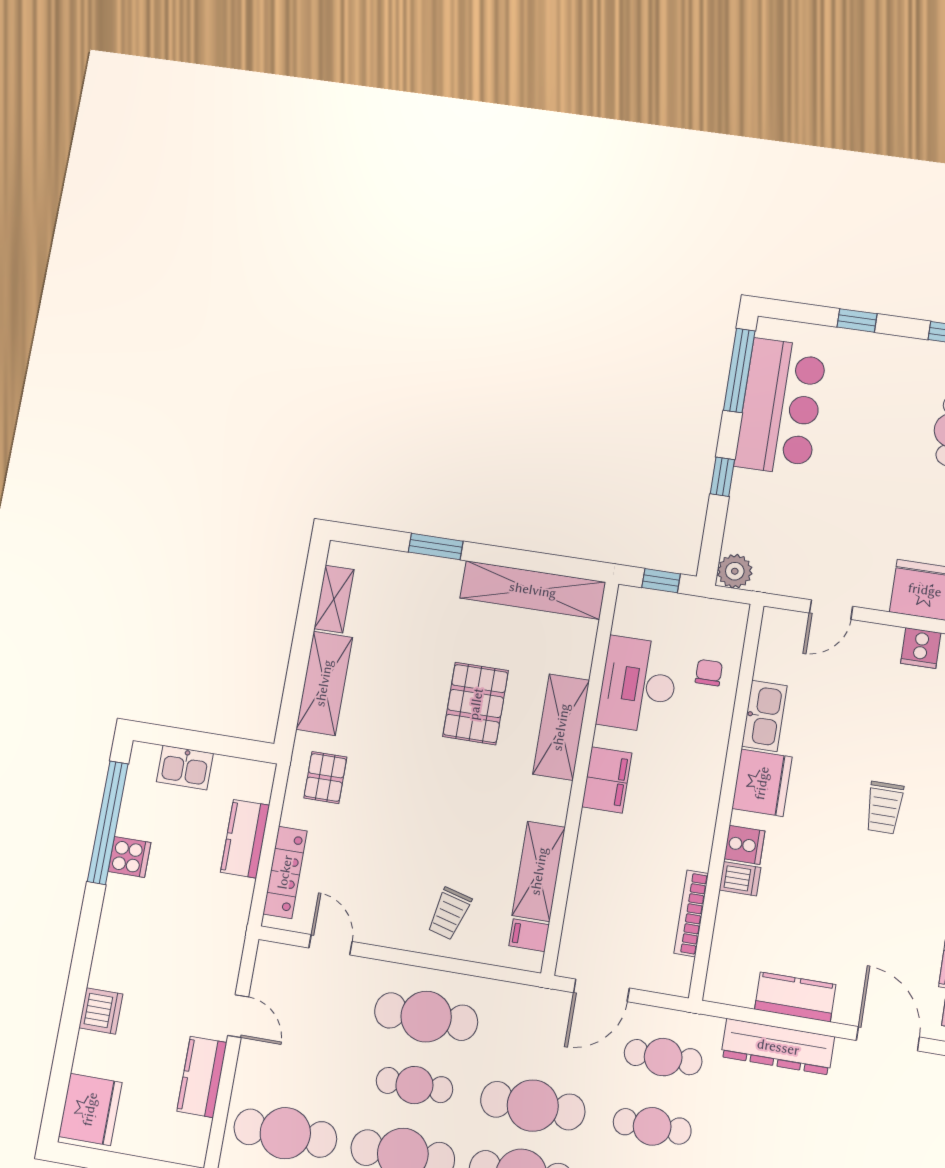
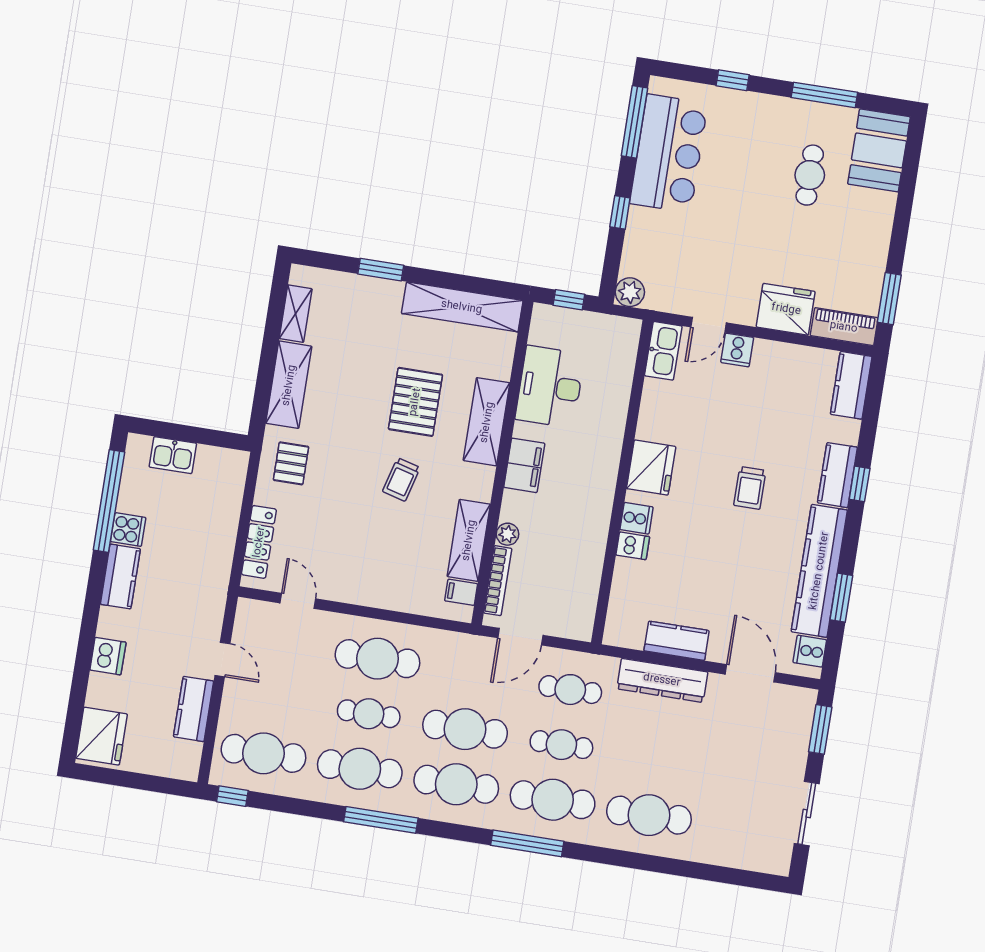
cooker: (921, 648) -> (737, 350), moved
chair: (709, 673) -> (608, 377), removed
kitchen sink: (764, 716) -> (663, 351), moved
kitchen counter: (245, 839) -> (120, 577), moved, turned 180
plant: (586, 864) -> (508, 534), added
bookcase: (691, 913) -> (498, 581), moved, turned 180
trolley: (449, 914) -> (401, 479), moved

